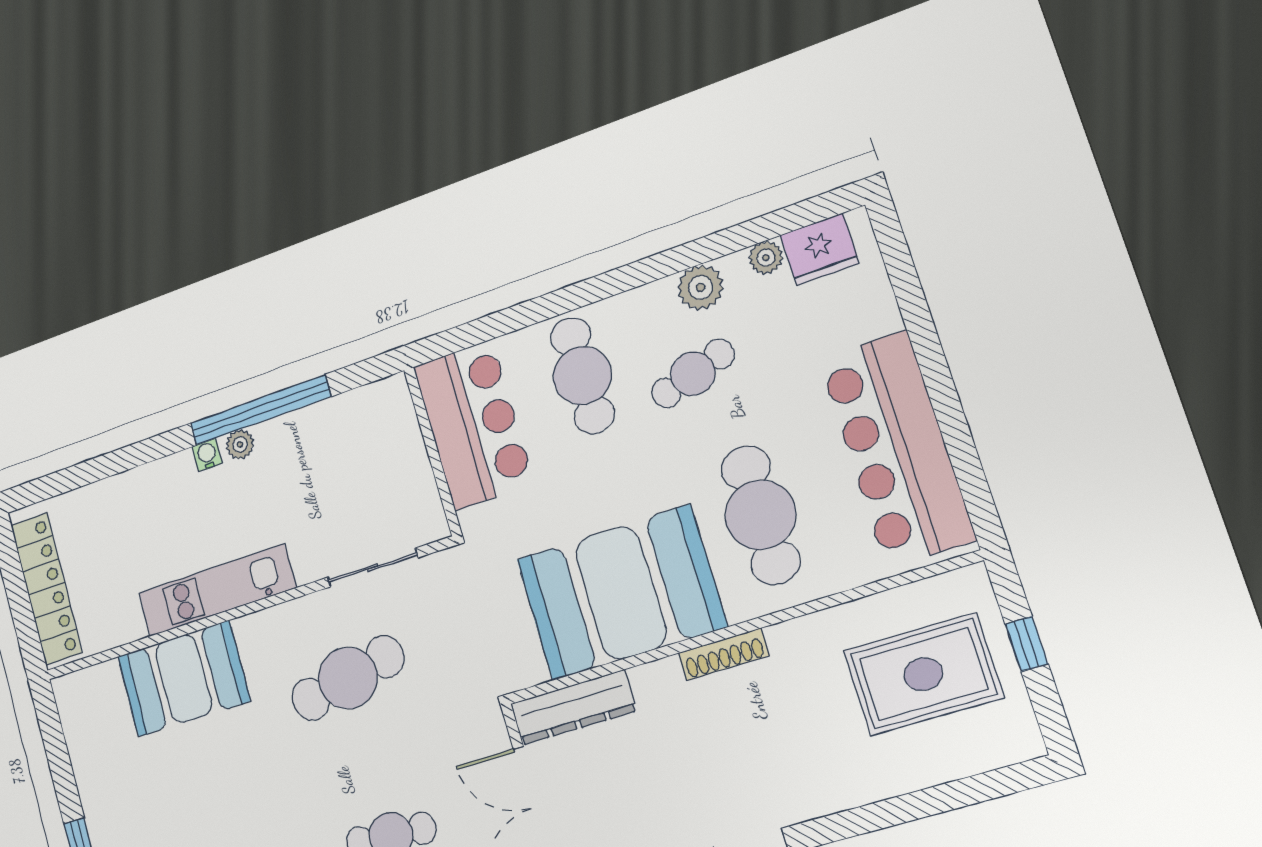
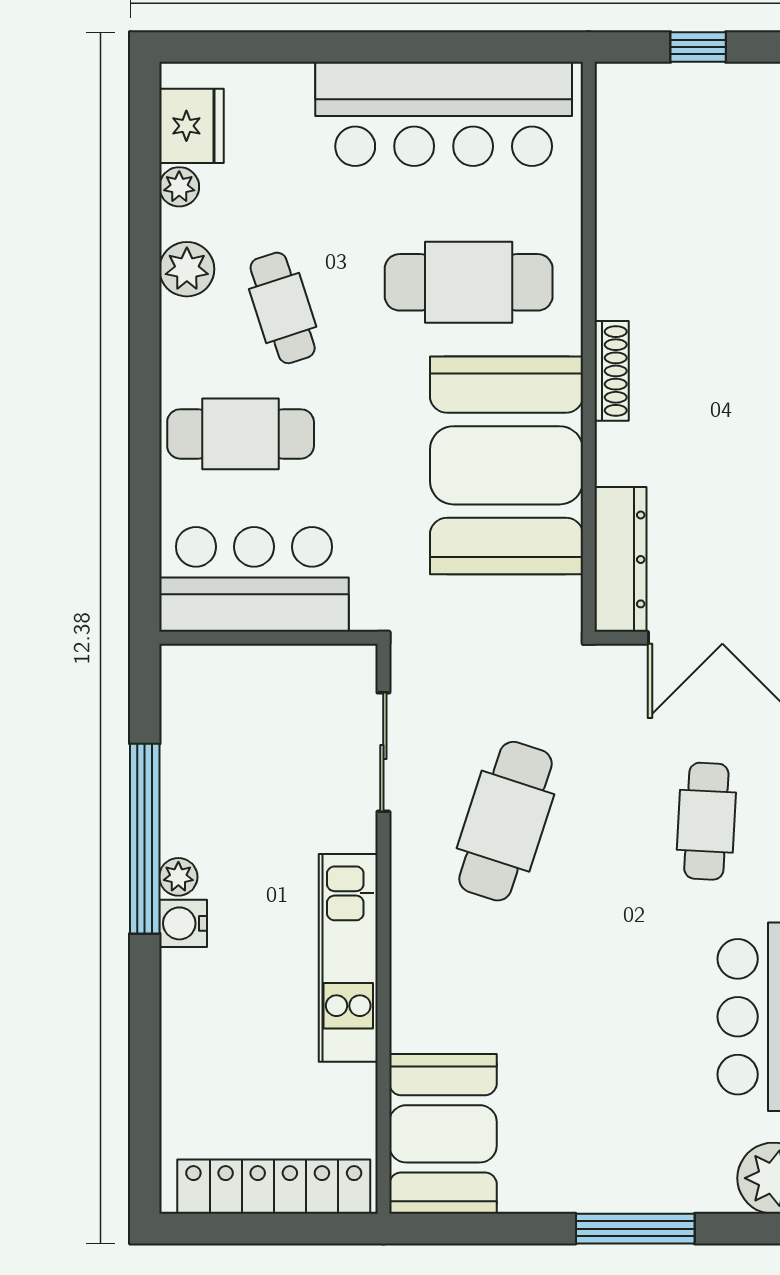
water cooler: (207, 455) -> (183, 923), width x1.38, depth x1.38
rug: (923, 674) -> (698, 163), removed
cafe table: (348, 678) -> (505, 821), turned 30
booth: (184, 679) -> (443, 1134), moved

